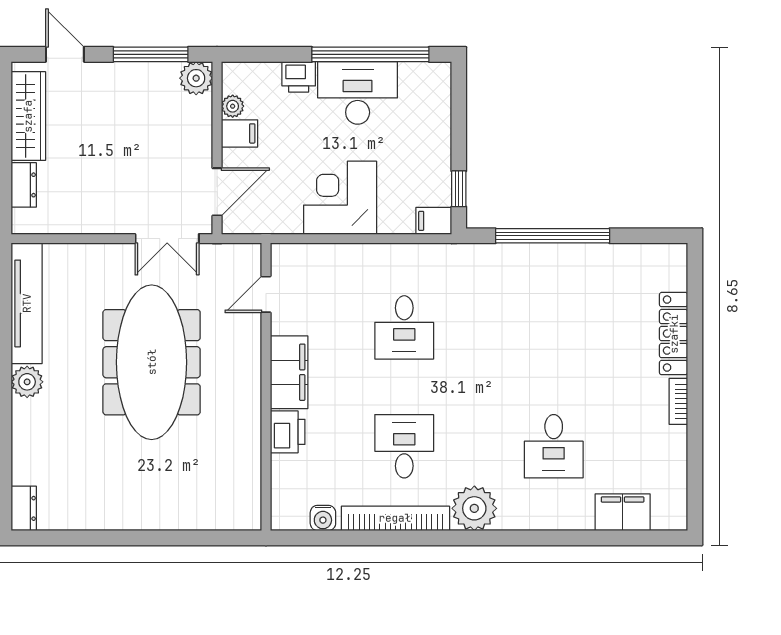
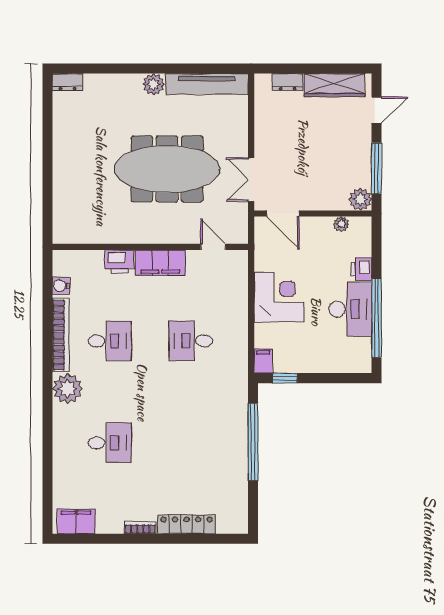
filing cabinet: (240, 133) -> (323, 229), removed
desk: (554, 446) -> (110, 443), turned 180
filing cabinet: (623, 512) -> (76, 521), moved, turned -90

